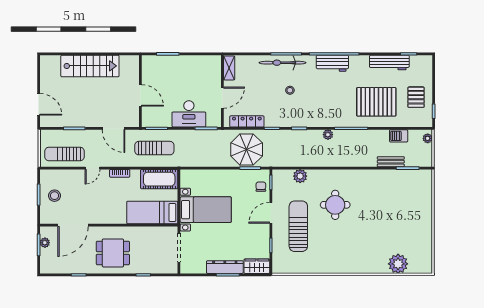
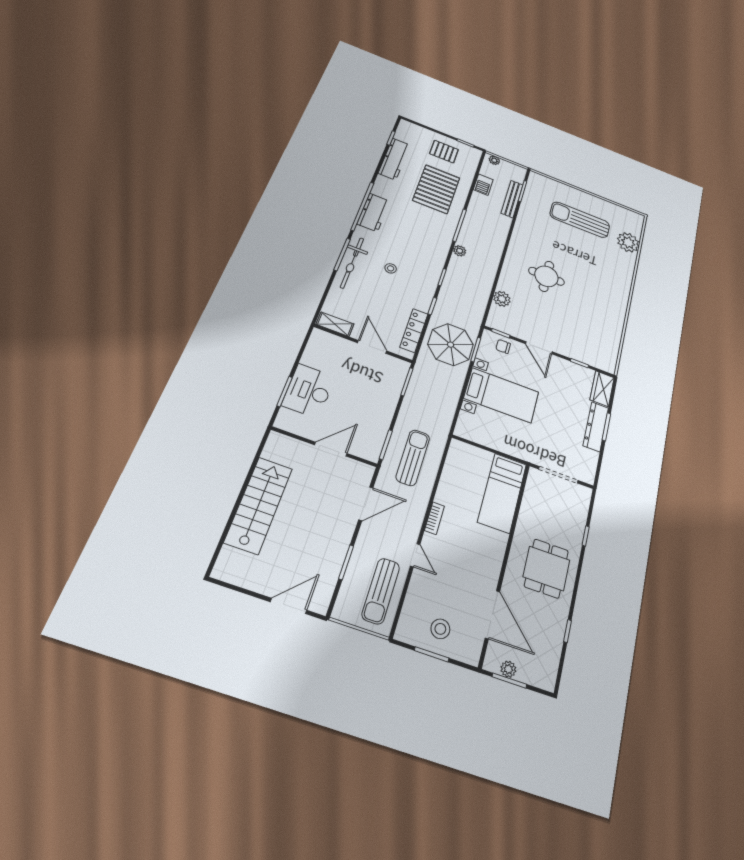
desk: (189, 114) -> (309, 391), moved, turned 180
bench: (391, 162) -> (512, 199), width x1.36
cot: (159, 179) -> (458, 467), removed
bed with nightstands: (206, 210) -> (501, 395), moved, turned 90
sun lounger: (298, 226) -> (580, 220), moved

